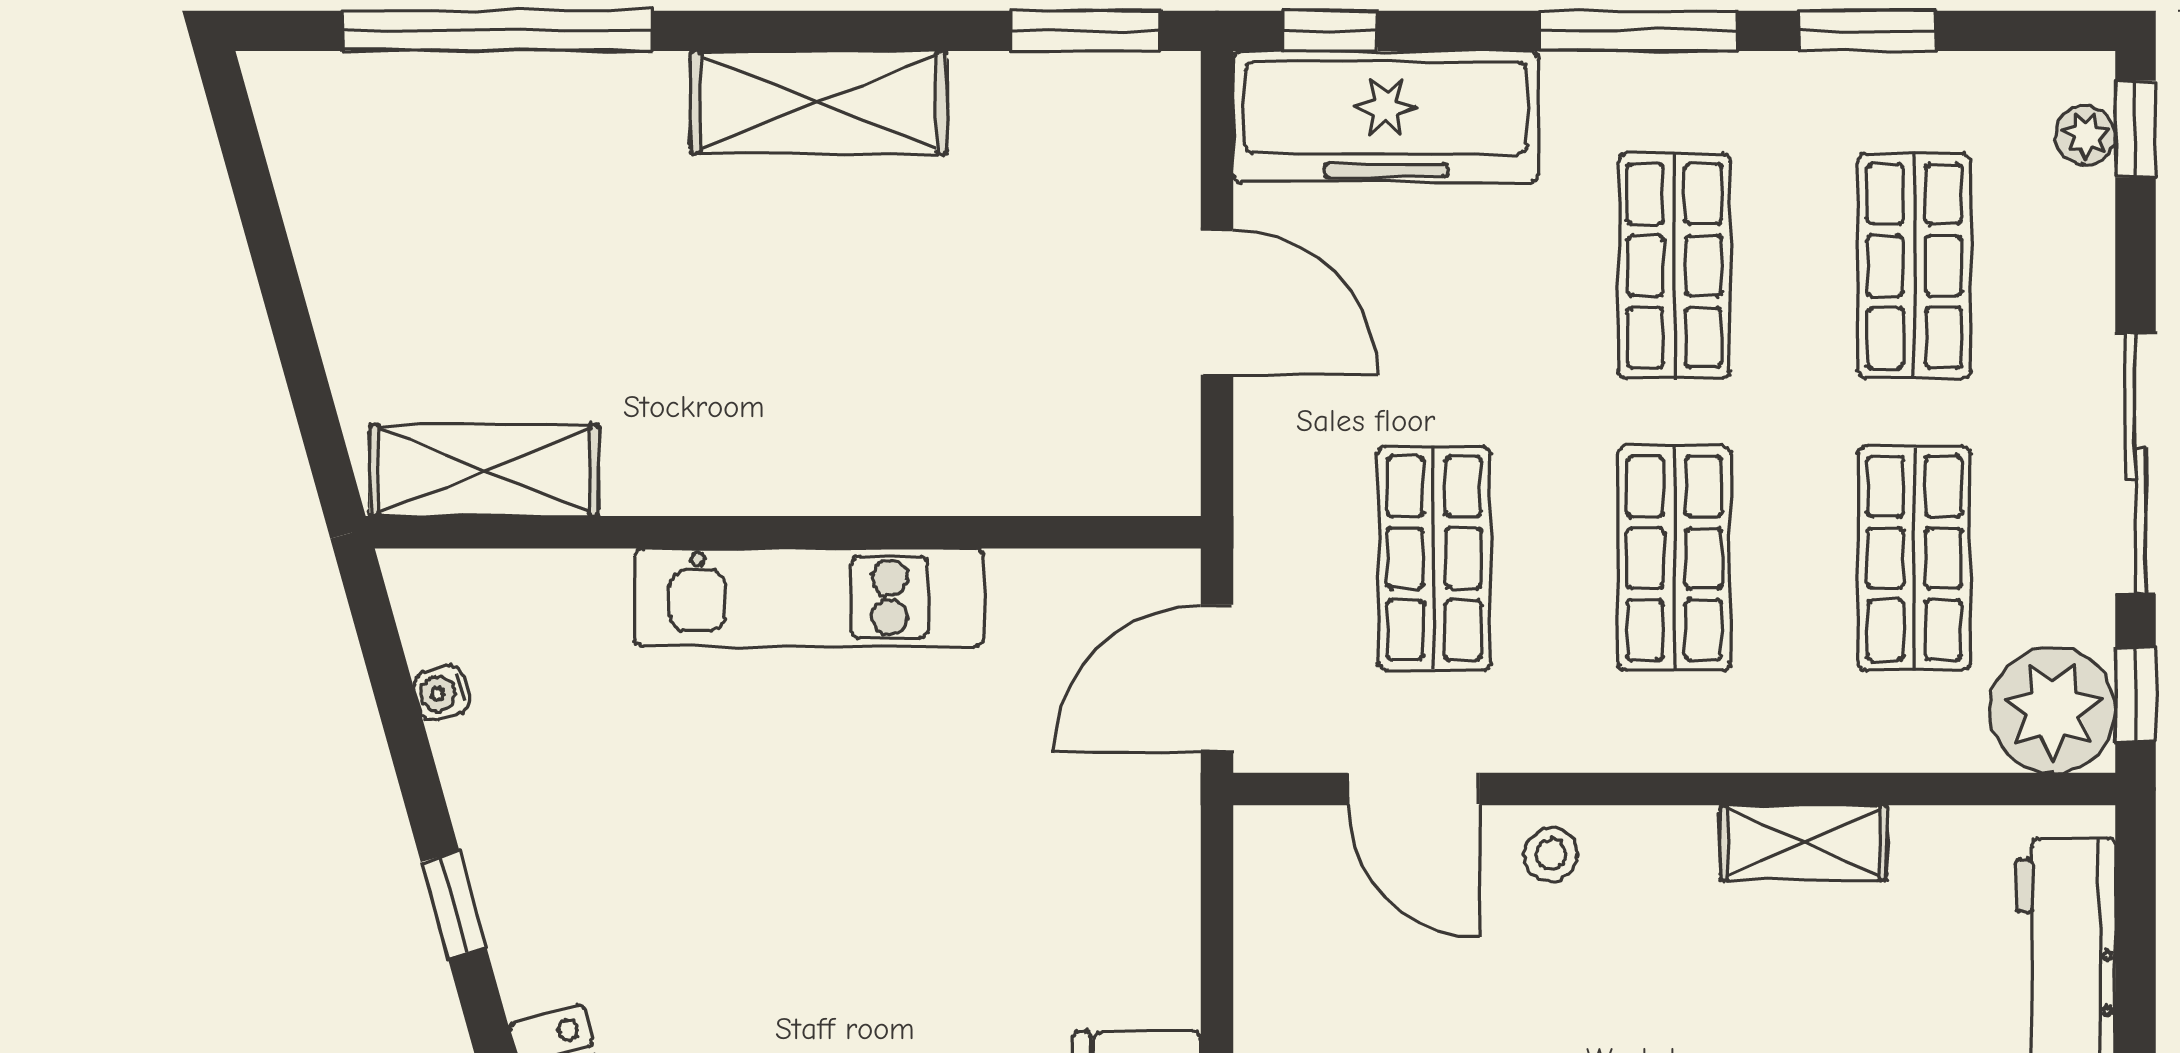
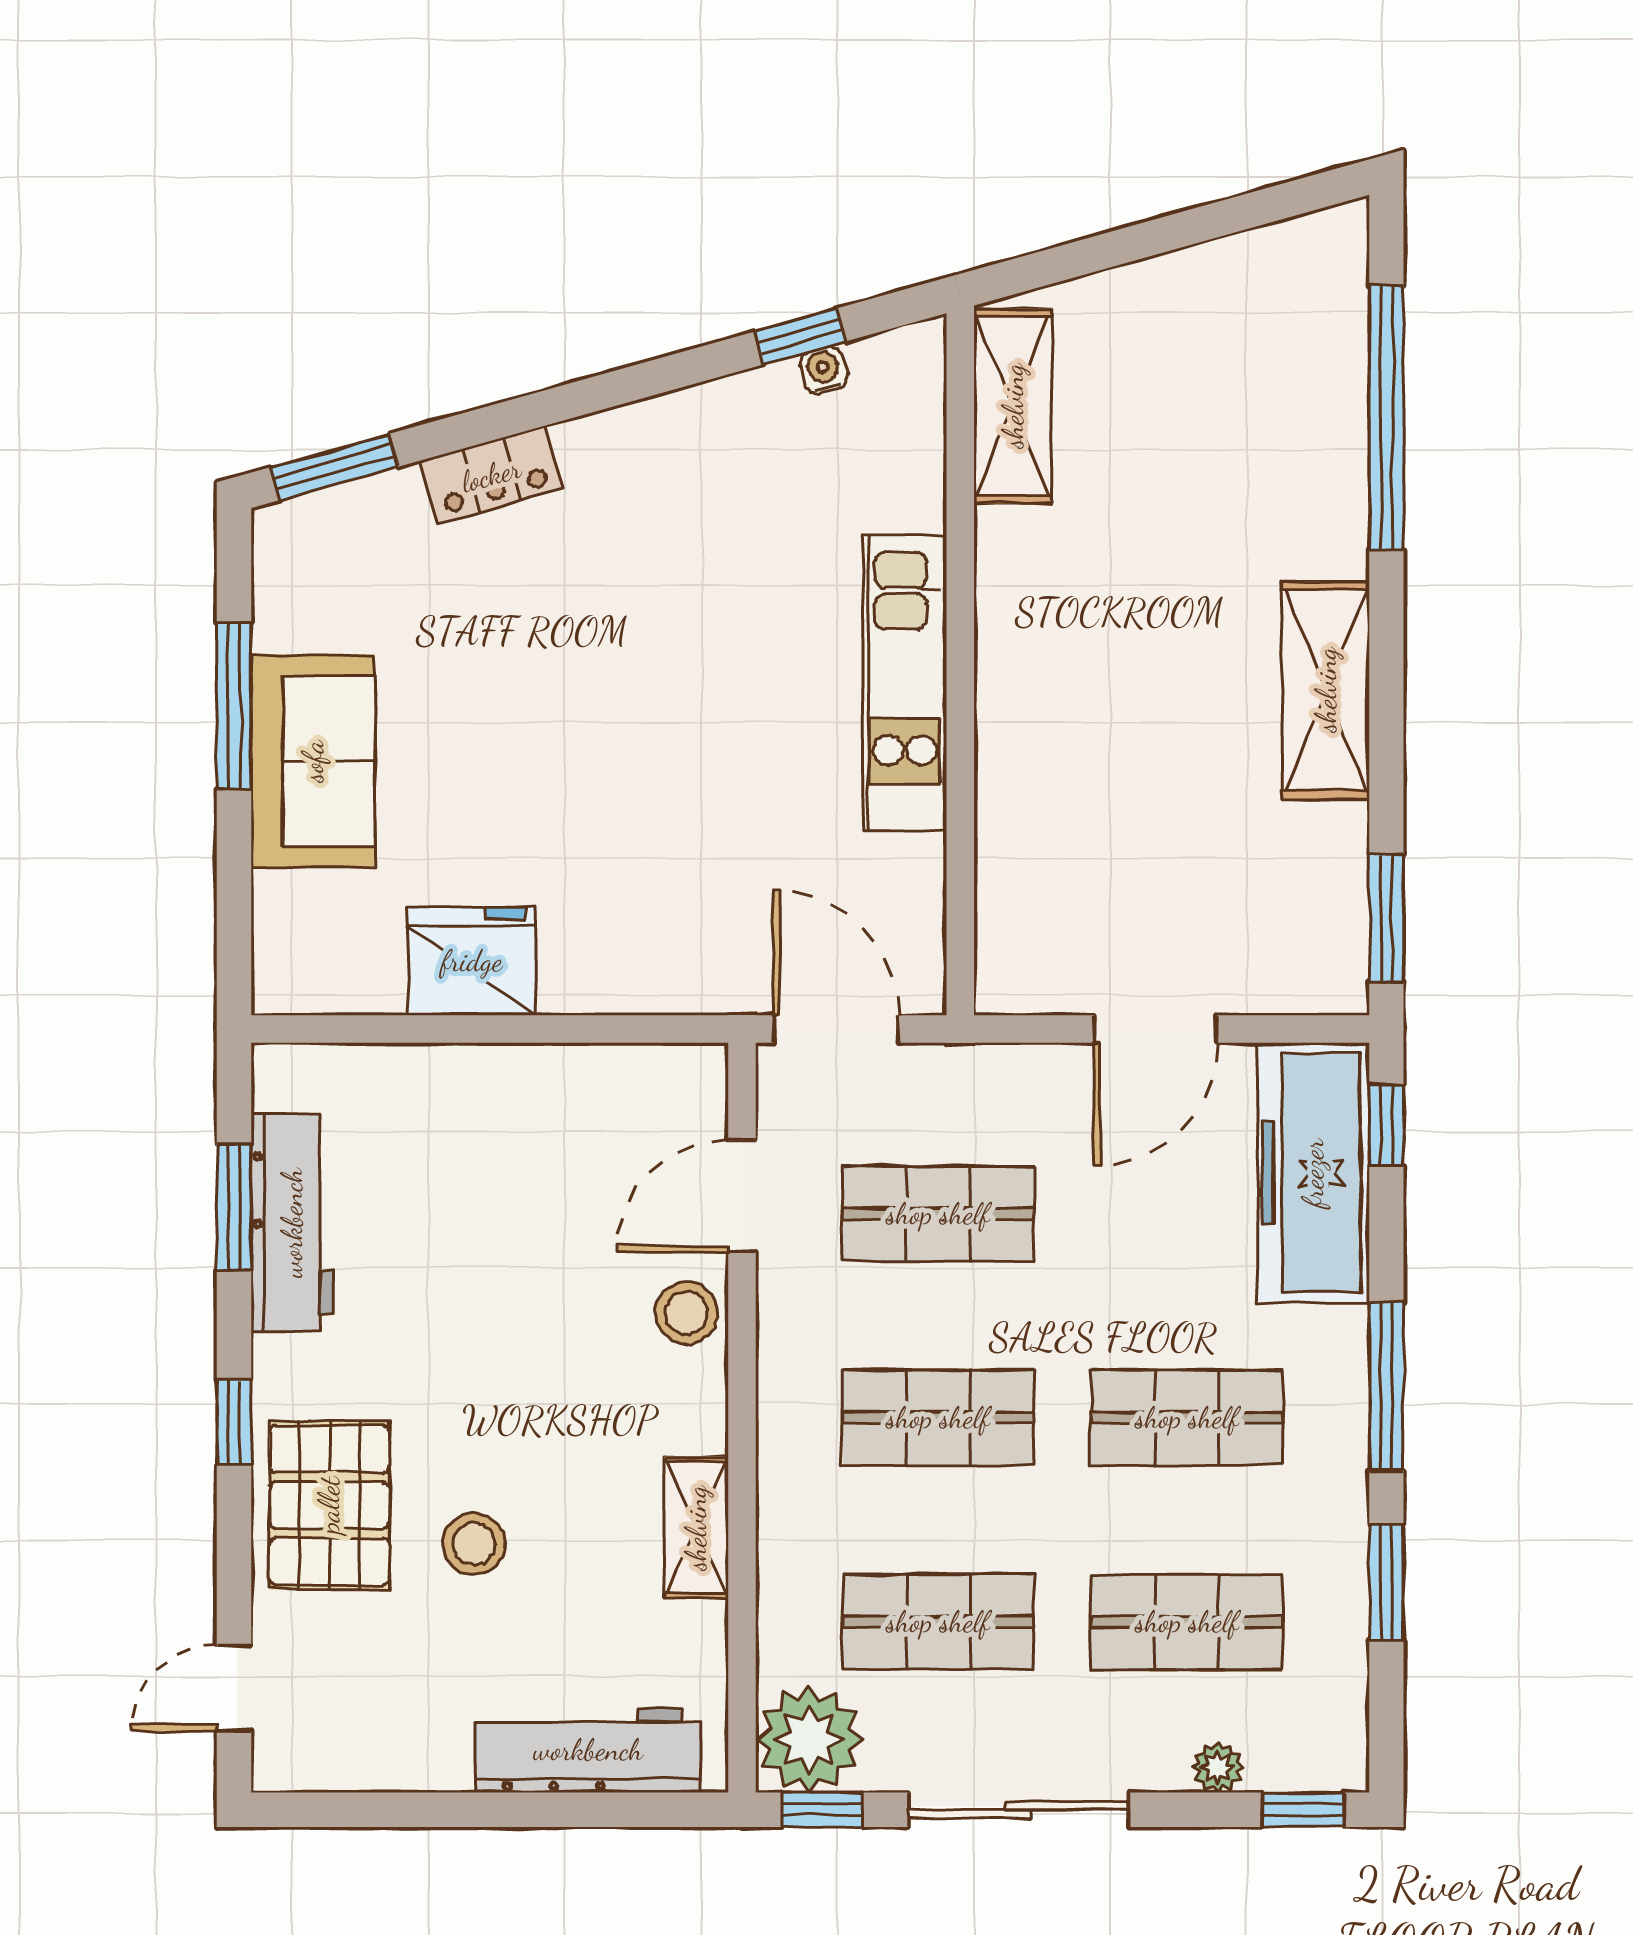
plant: (2086, 136) -> (1218, 1767), moved
stool: (1551, 854) -> (686, 1313), width x1.37, depth x1.37
window: (454, 905) -> (800, 337), moved

